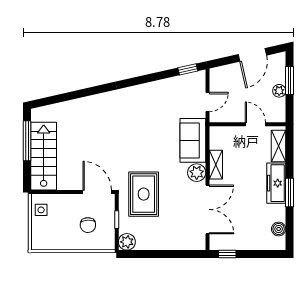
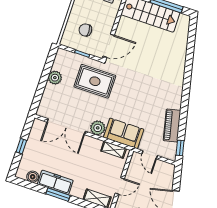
piano: (165, 87) -> (172, 125), added
shelving: (216, 165) -> (114, 150), moved
freezer: (276, 183) -> (55, 182), moved
plant: (127, 242) -> (55, 78), moved
window: (227, 254) -> (21, 146), moved

